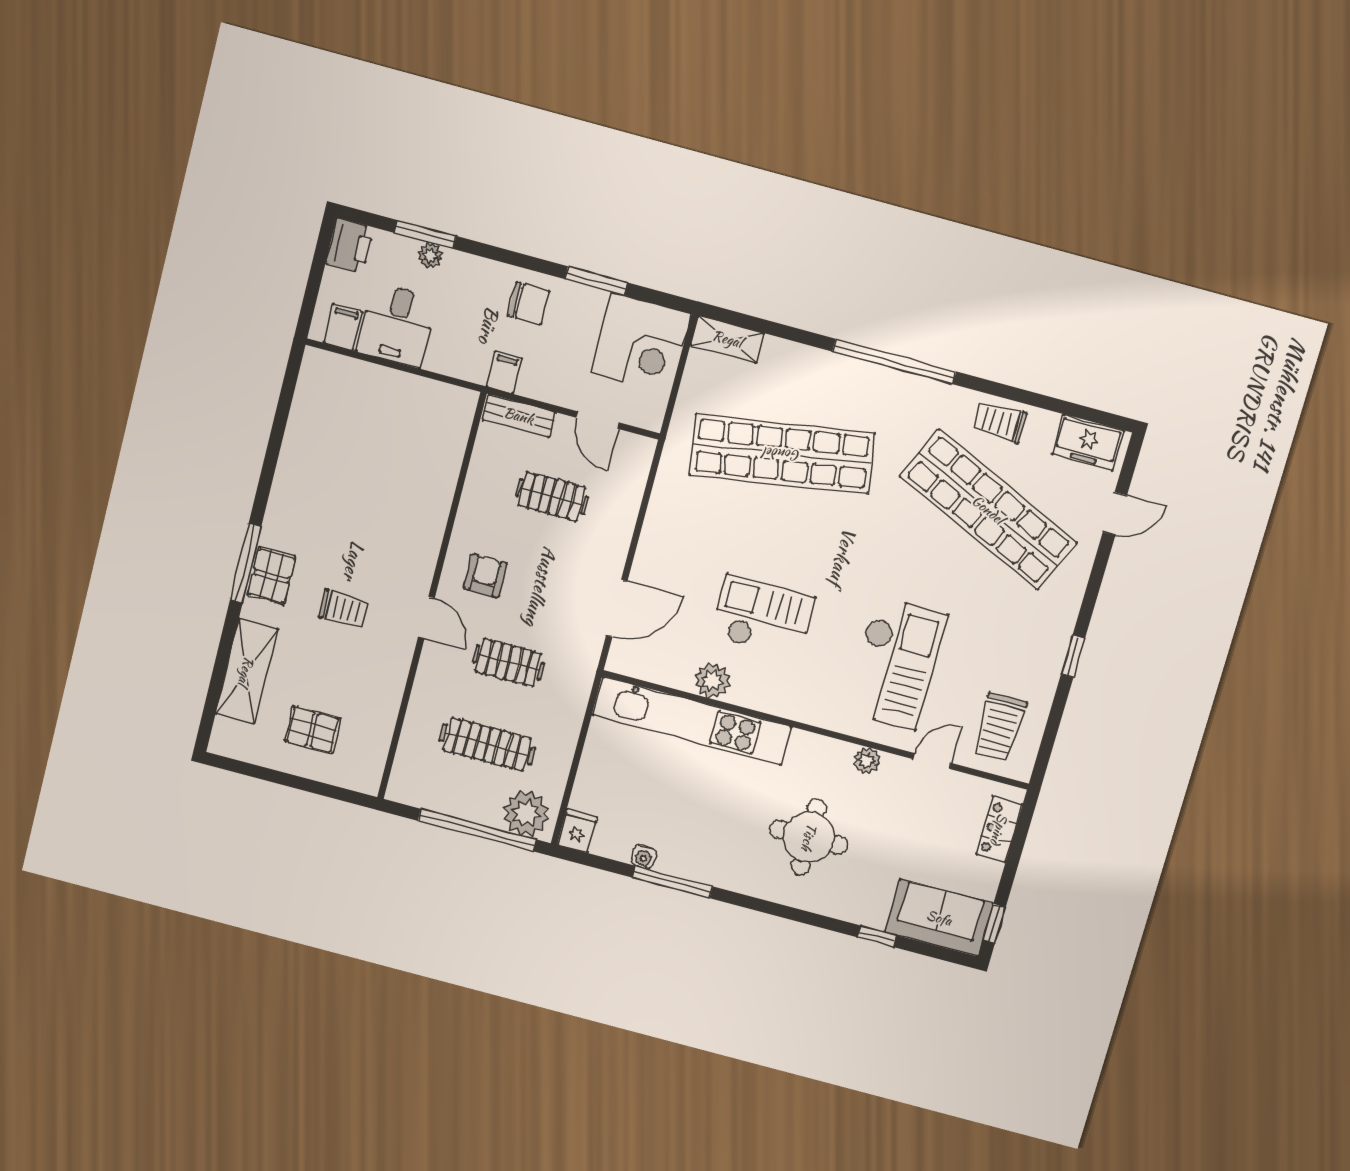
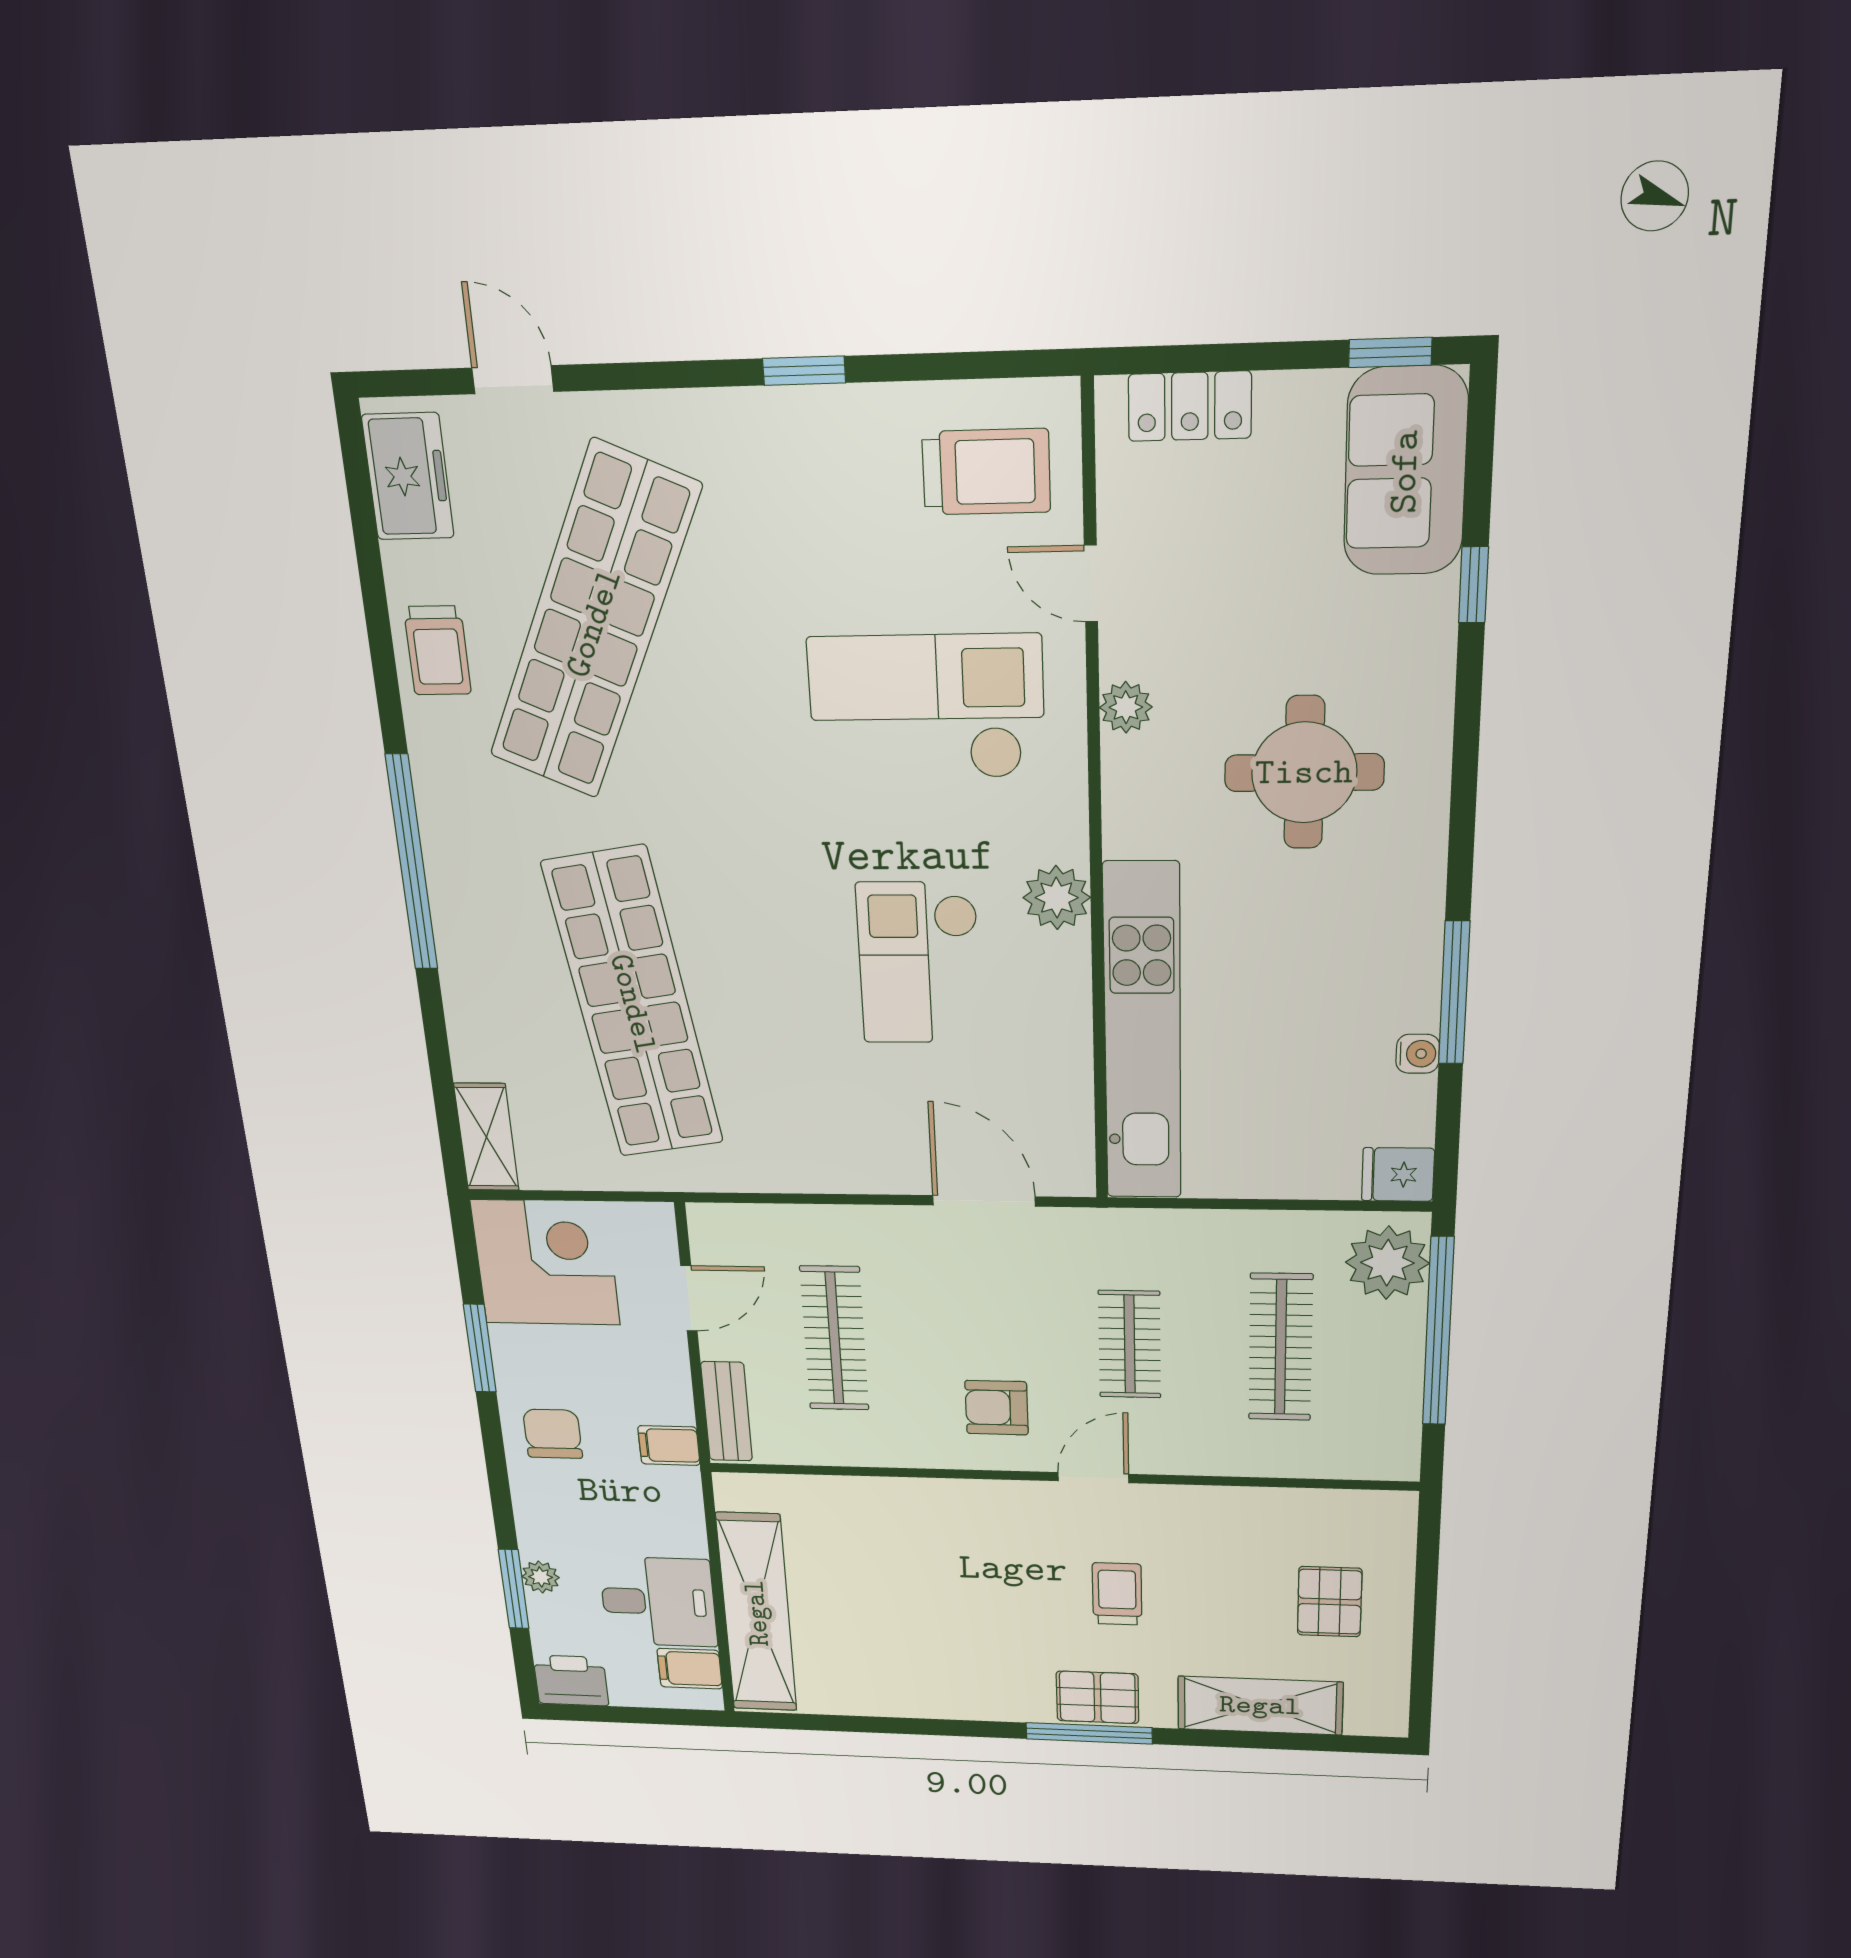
shelving: (375, 385) -> (757, 1613), added
clothes rail: (552, 496) -> (834, 1339), width x1.36
plant: (712, 681) -> (1057, 898), moved

